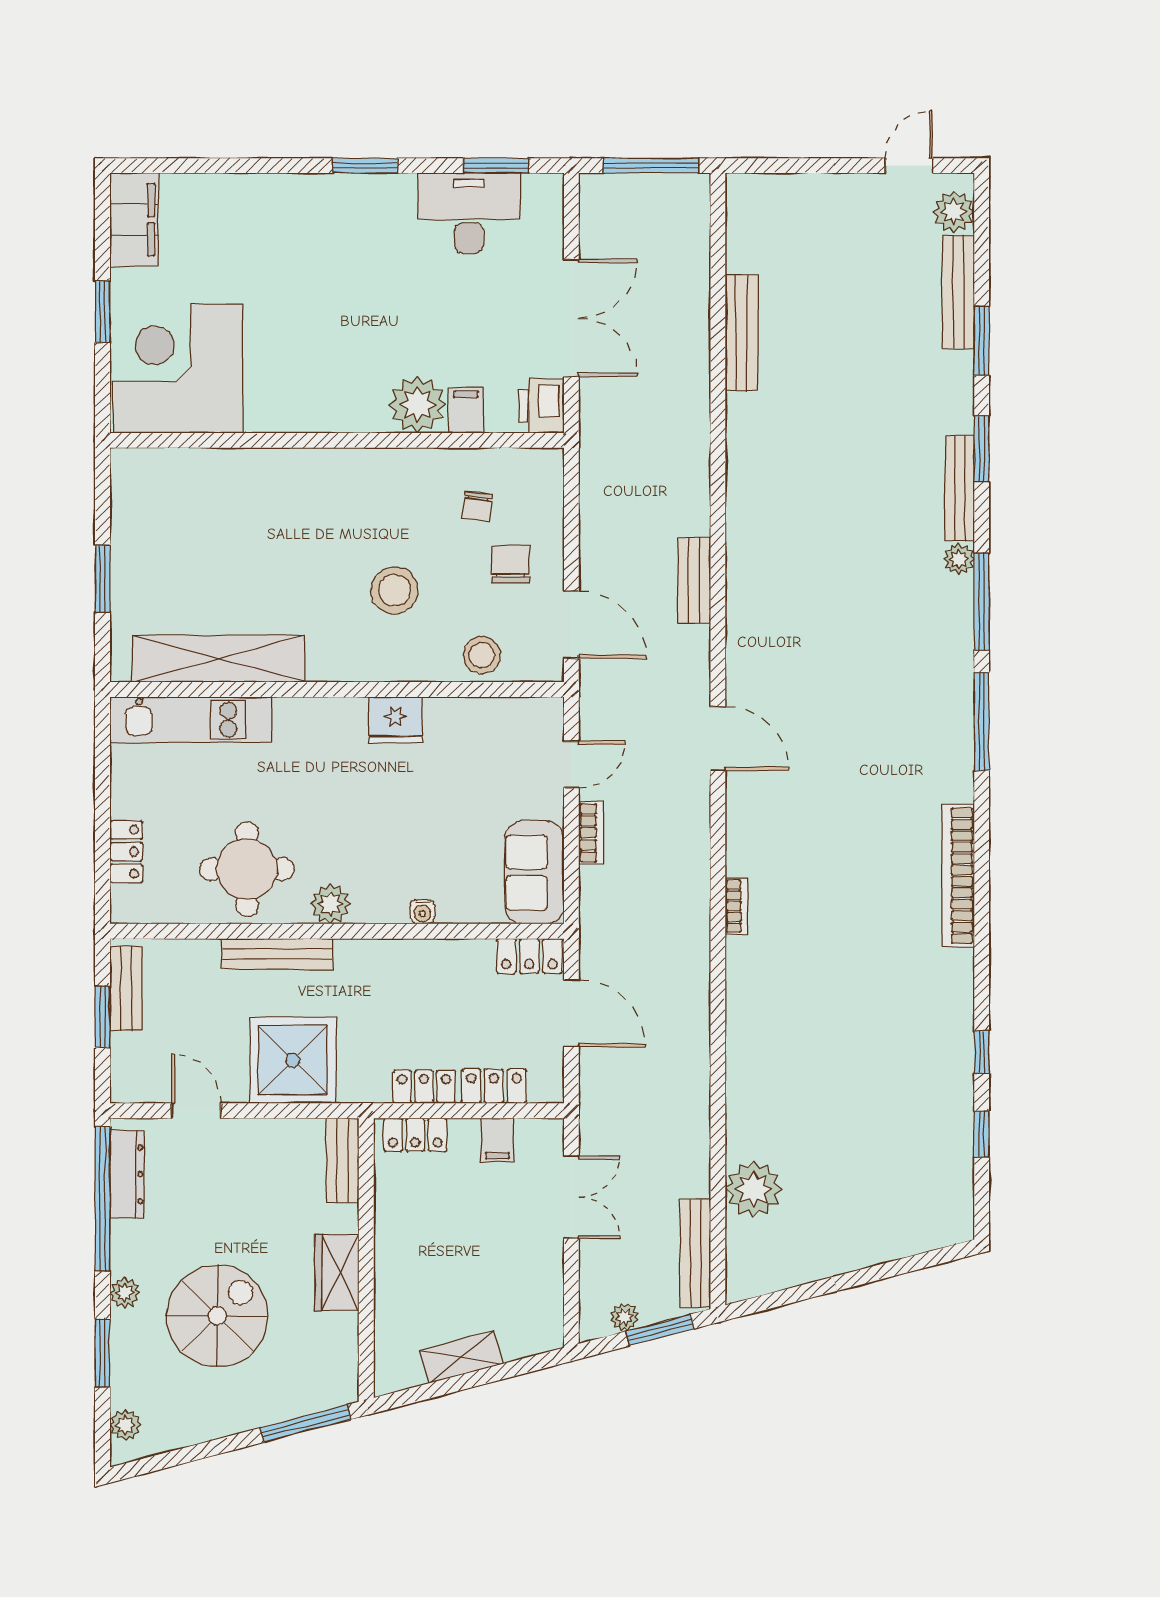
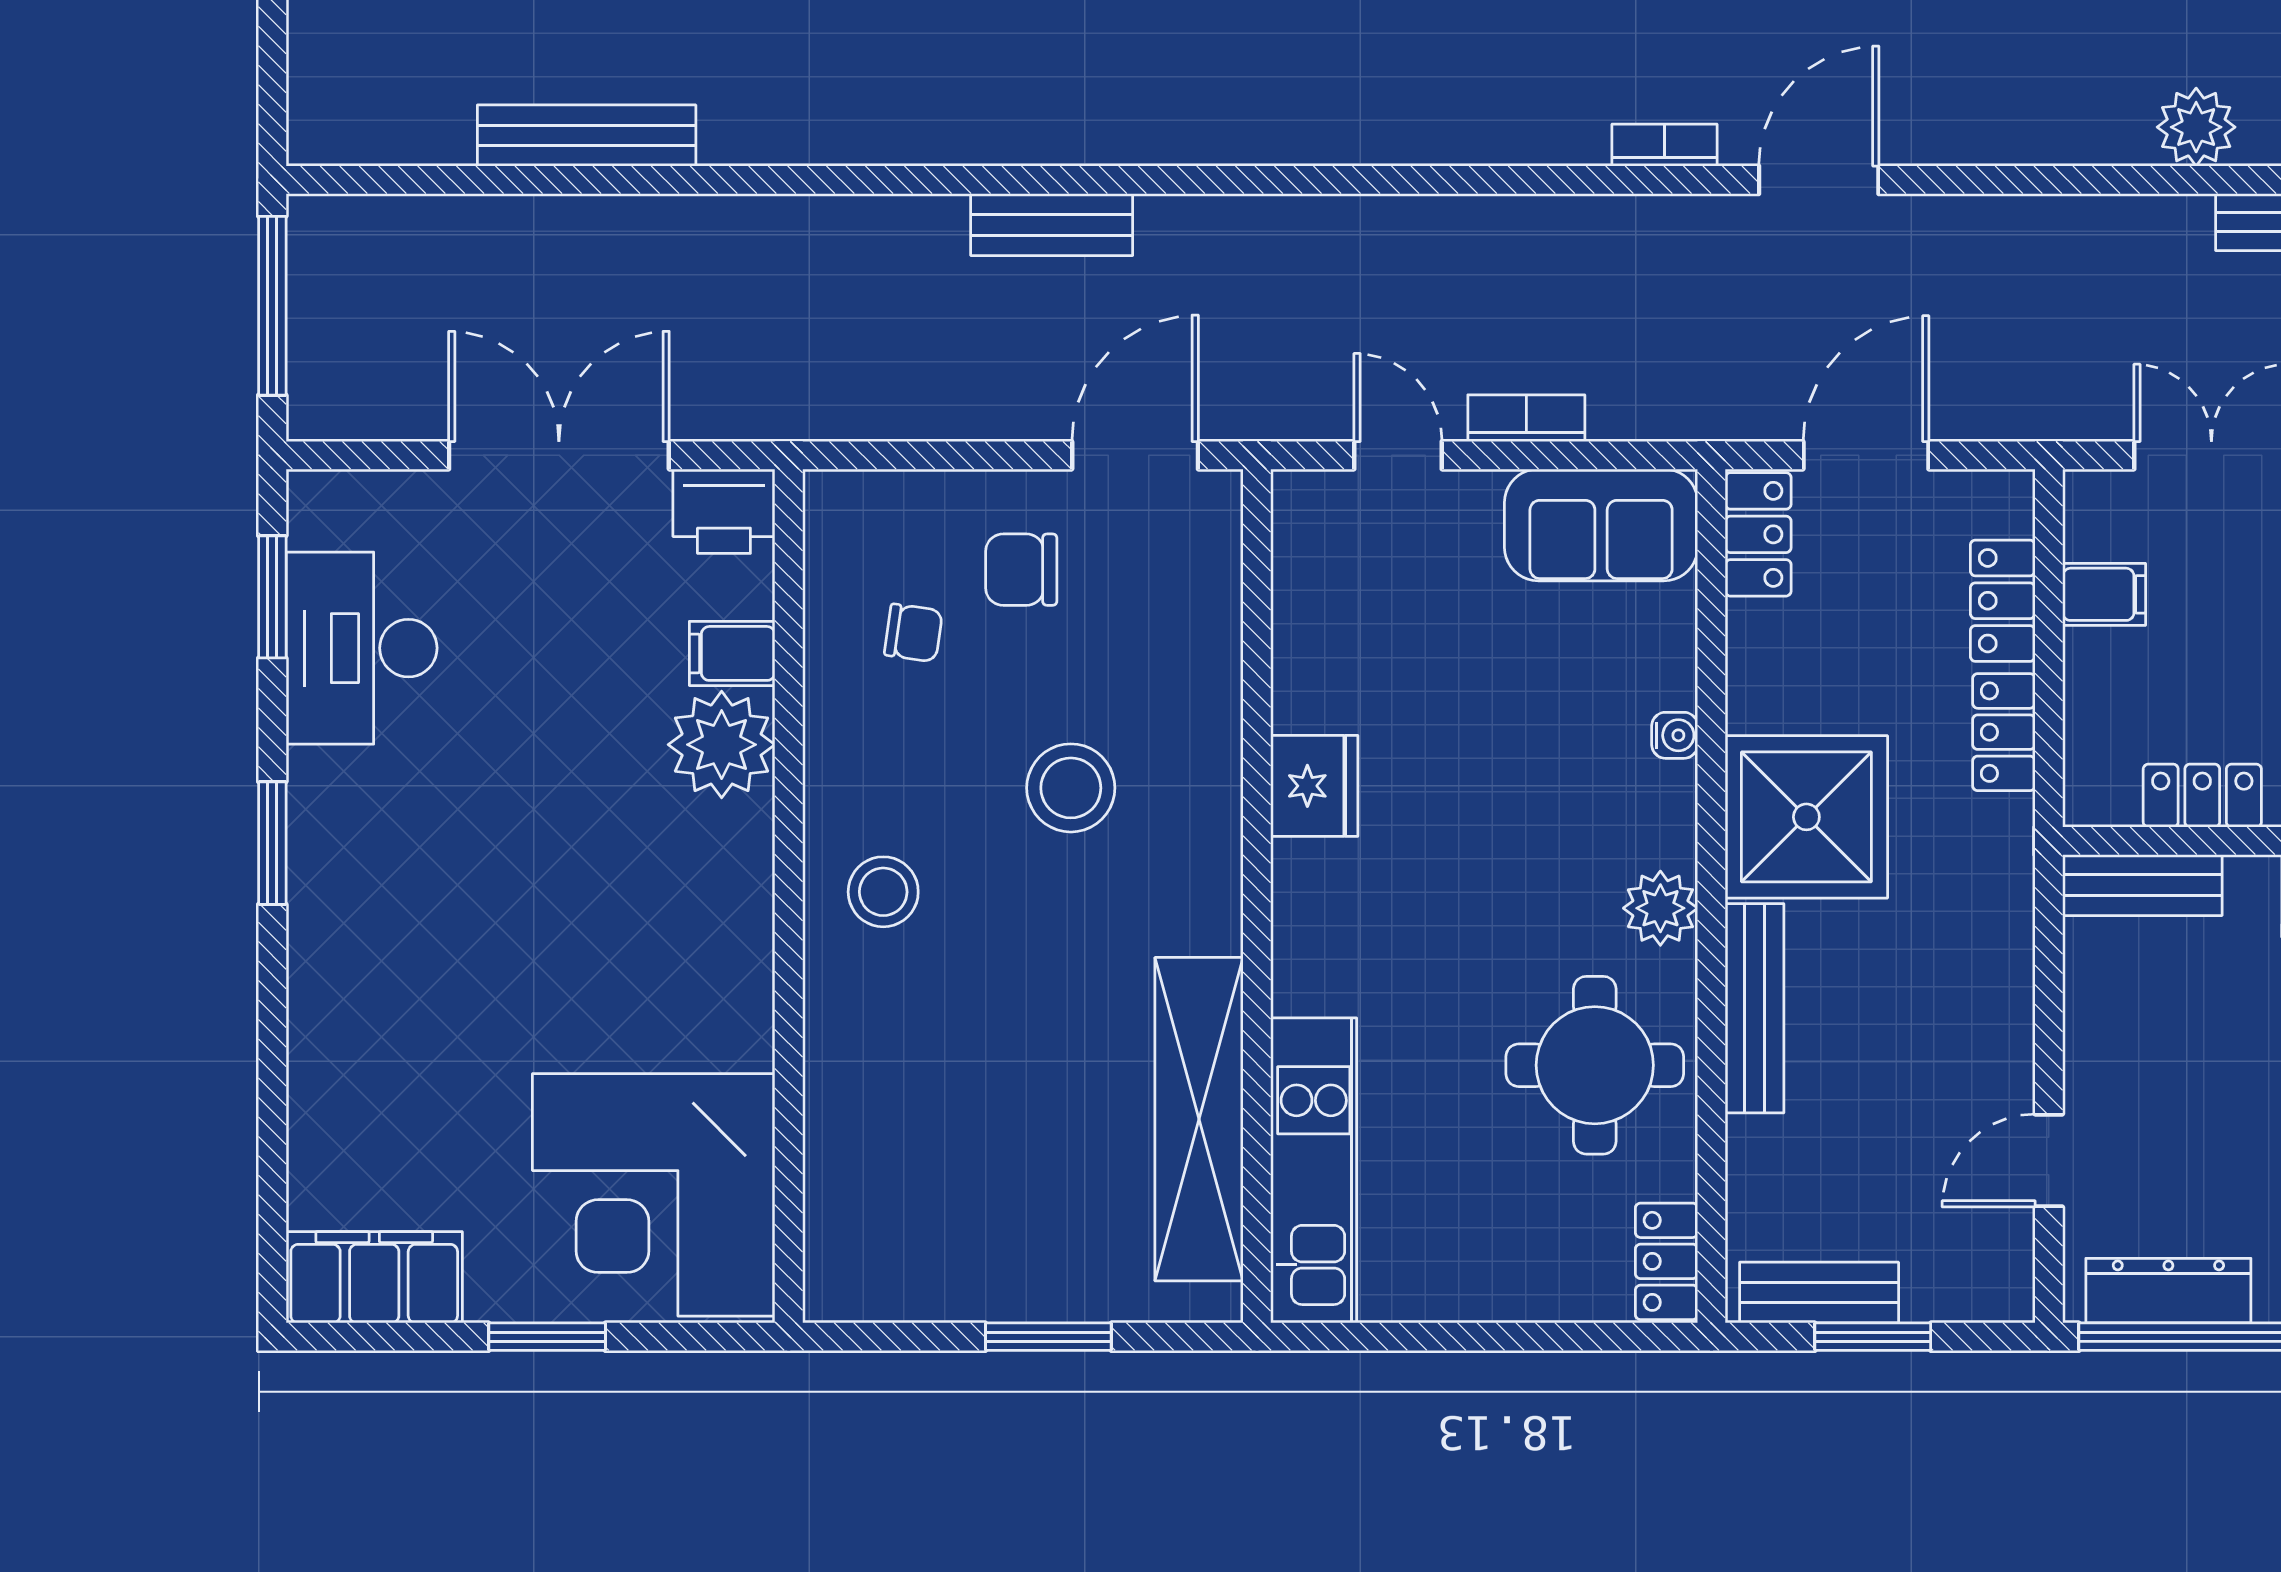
stool: (482, 655) -> (883, 892), moved
door: (718, 738) -> (1819, 180), moved
locker: (126, 852) -> (1667, 1261), moved, turned -90
shower: (293, 1060) -> (1806, 817), moved
locker: (415, 1135) -> (2202, 796), moved, turned -90
plant: (754, 1189) -> (2196, 127), width x0.73, depth x0.73

